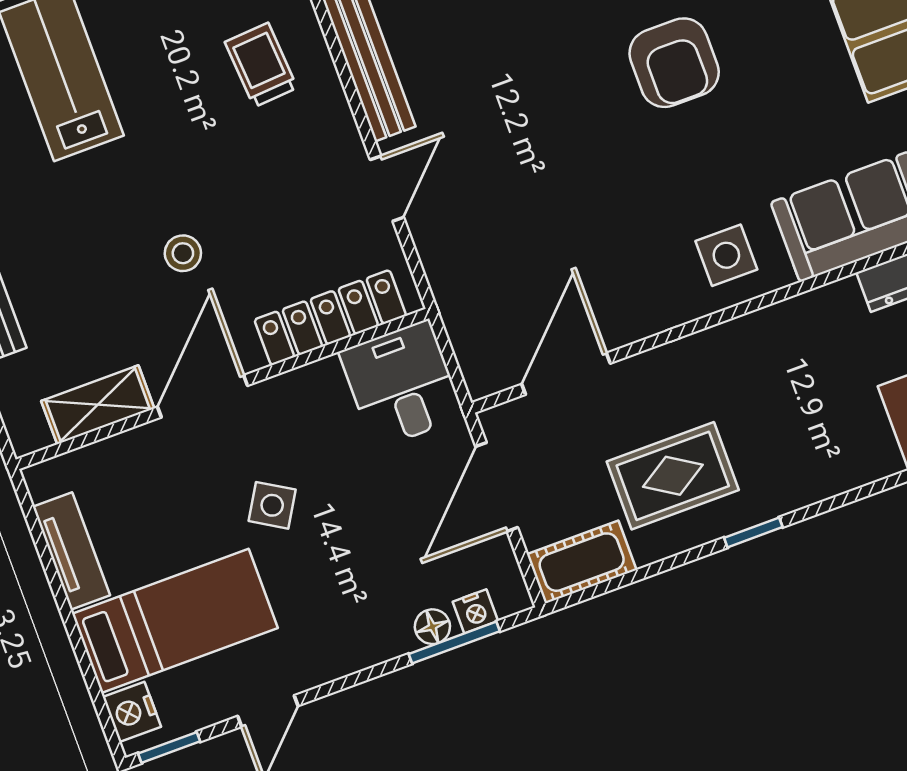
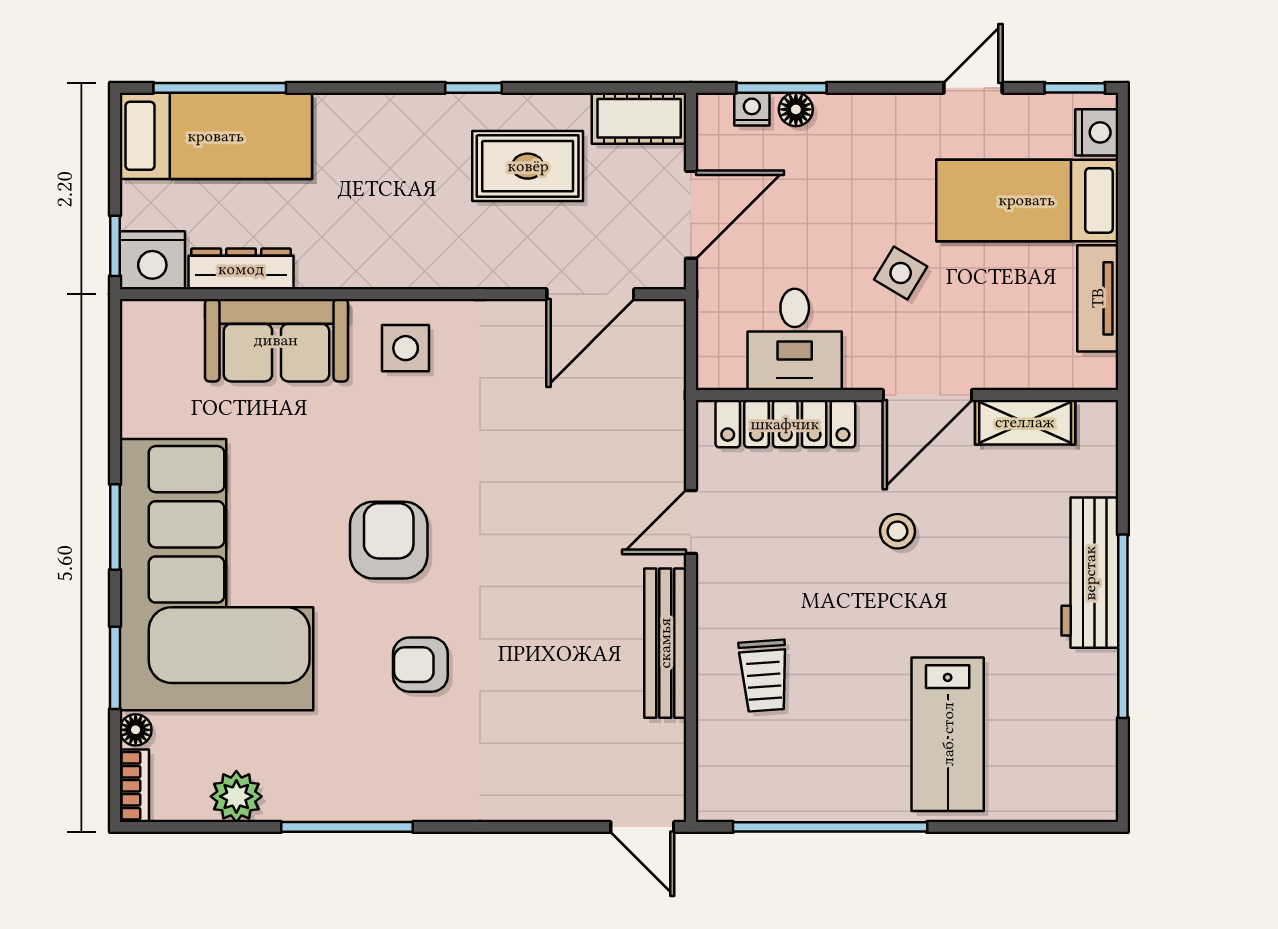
desk: (402, 384) -> (795, 339), moved

